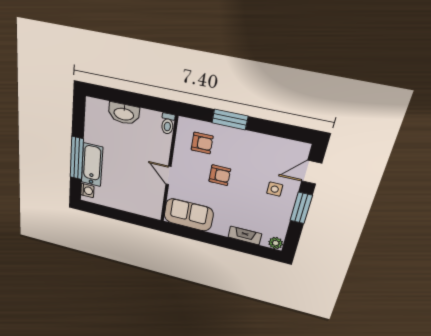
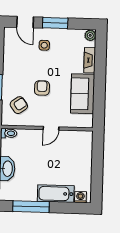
armchair: (202, 143) -> (19, 105), turned 54
window: (77, 158) -> (31, 207), moved
sofa: (189, 215) -> (83, 94), moved

